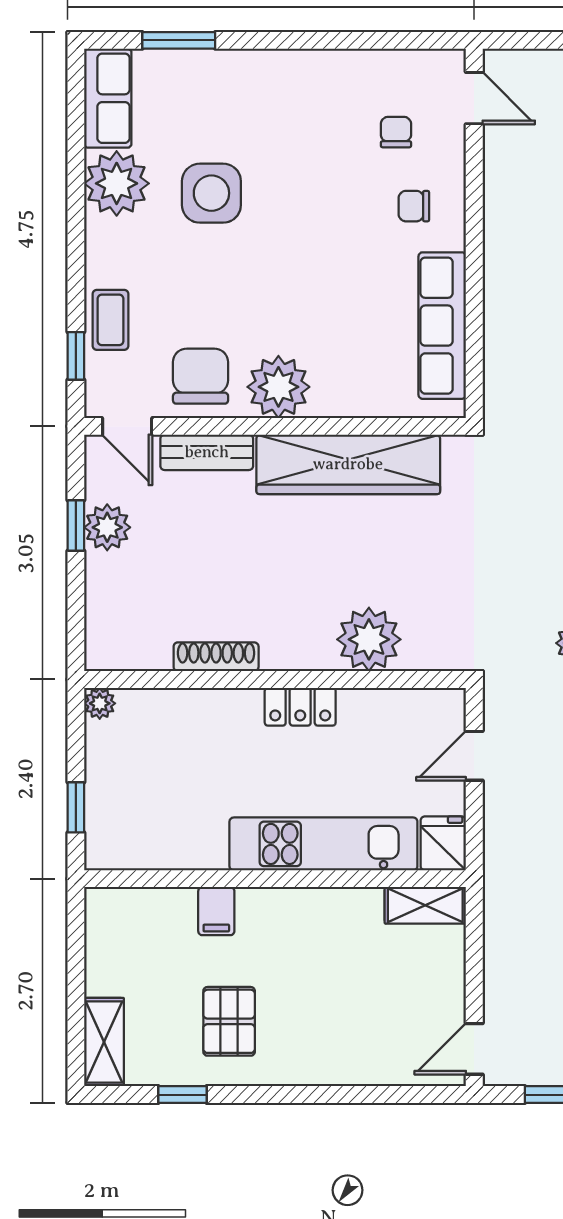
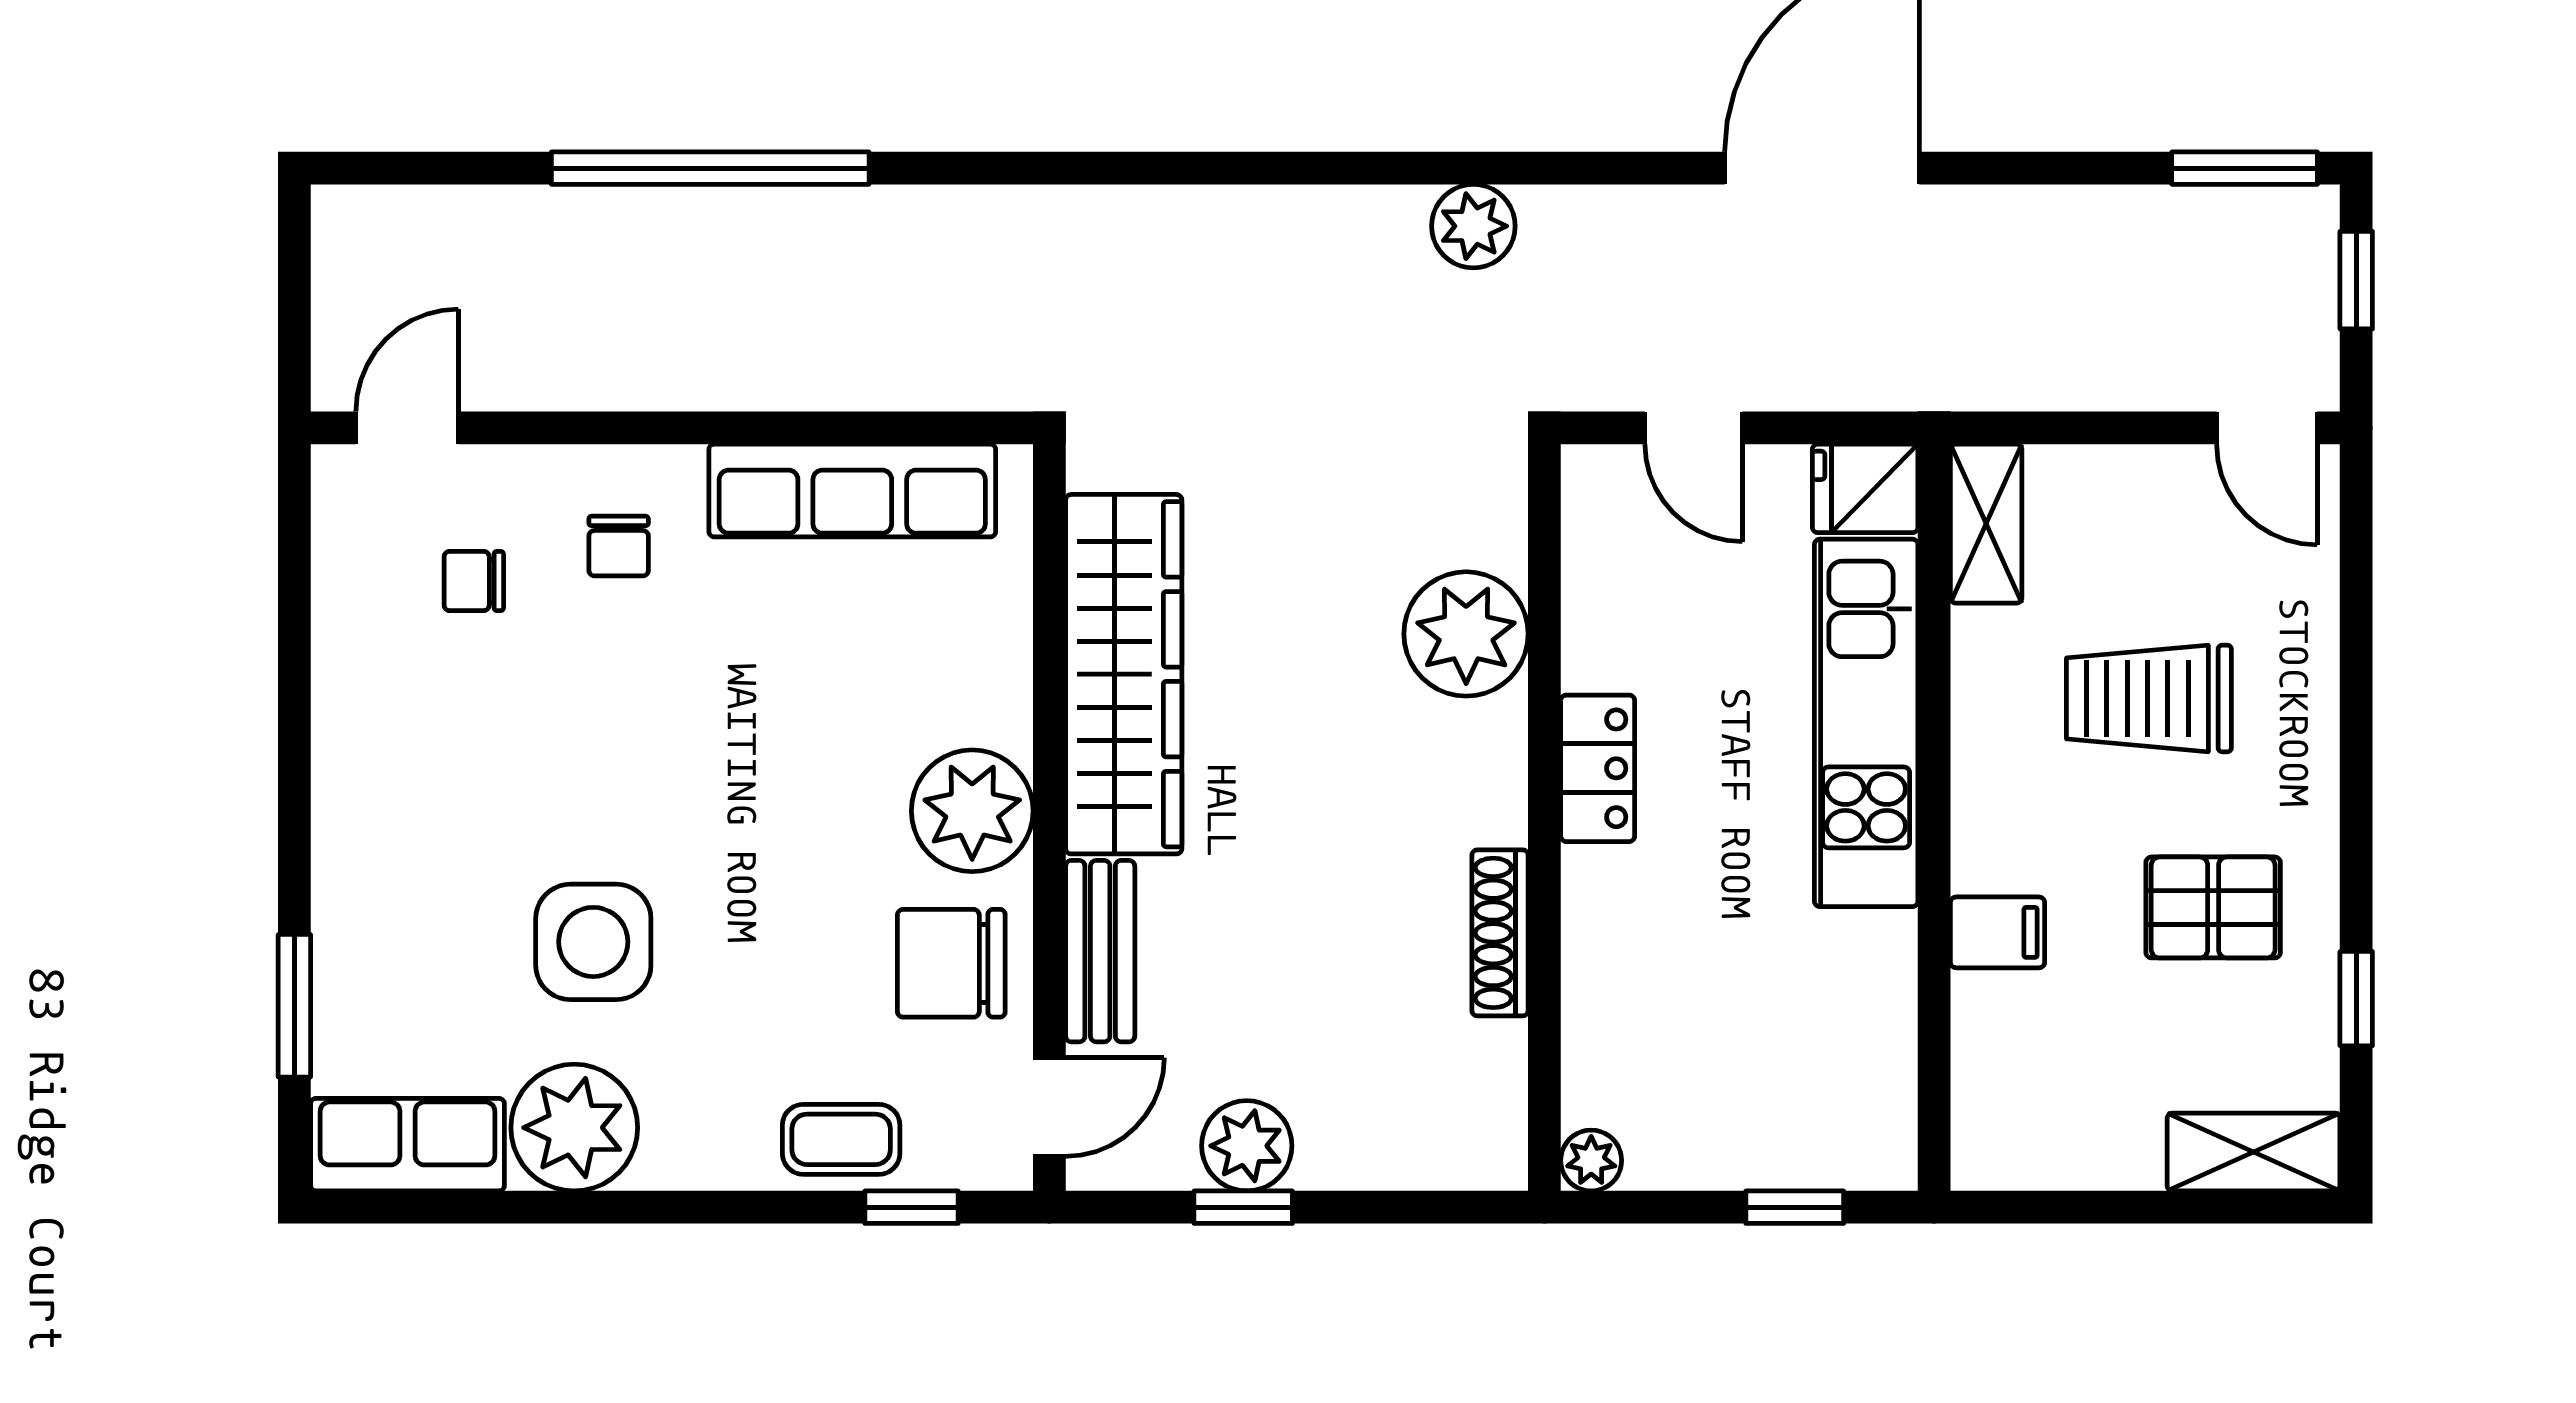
trolley: (336, 989) -> (2149, 698), added

